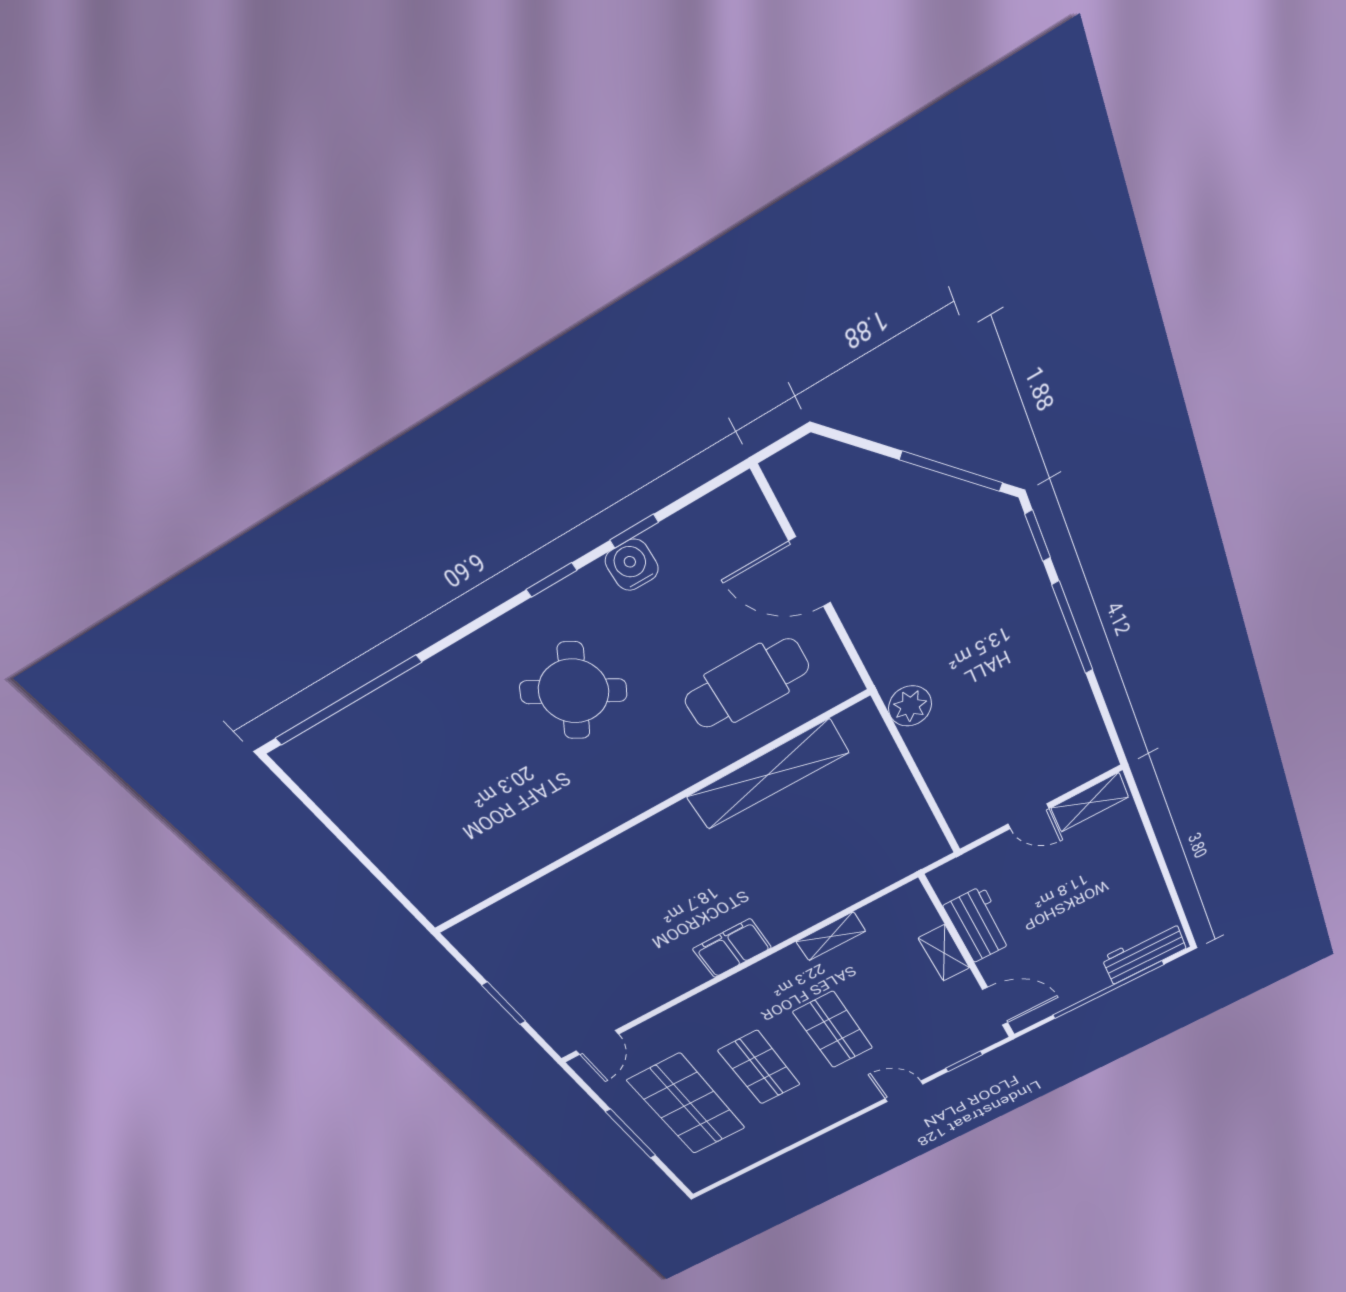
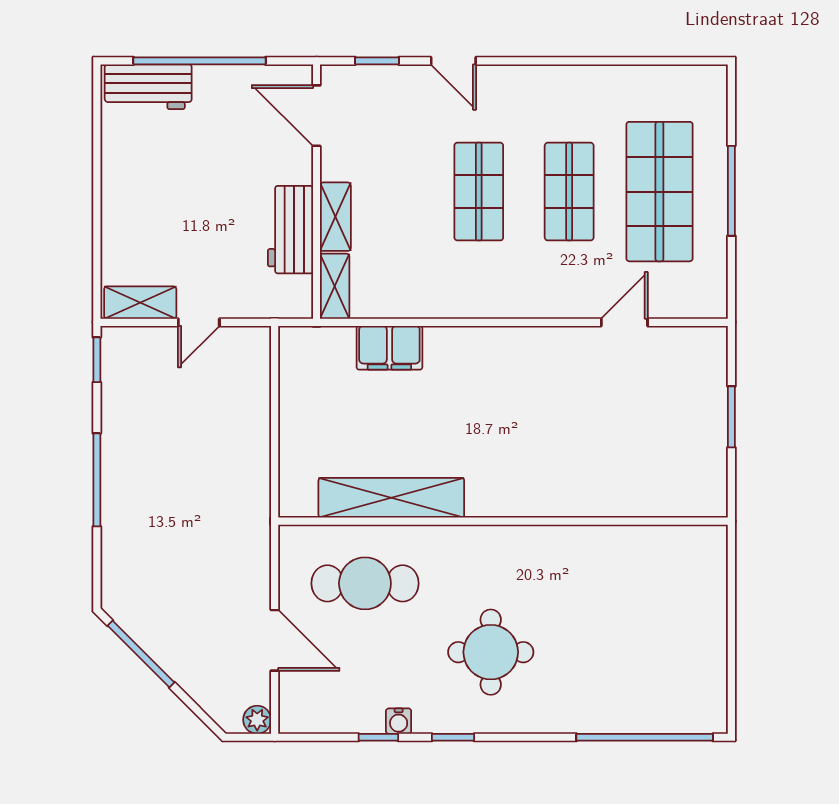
window: (1038, 536) -> (97, 360), moved
water cooler: (632, 565) -> (399, 721), width x0.72, depth x0.72
round table: (574, 691) -> (491, 652), turned -30
plant: (910, 706) -> (257, 720), moved, width x0.73, depth x0.73
door: (1028, 816) -> (199, 322), swing flipped
shelving: (831, 936) -> (335, 286), moved, turned 90
filing cabinet: (732, 948) -> (389, 348), moved
door: (597, 1042) -> (624, 322), moved

